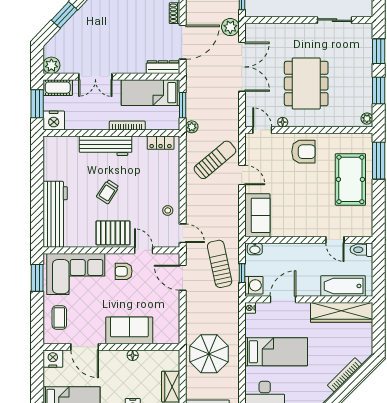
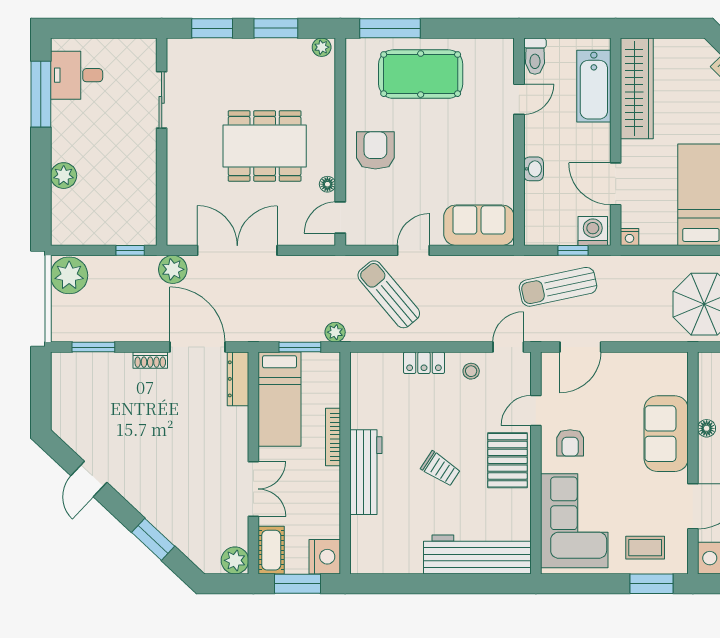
locker: (161, 143) -> (424, 363), moved, turned 90
washbasin: (255, 249) -> (534, 169), moved
window: (37, 278) -> (651, 584), moved

